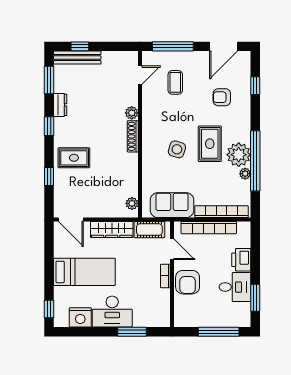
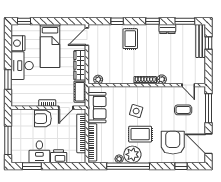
armchair: (222, 97) -> (173, 143), width x1.88, depth x1.88

